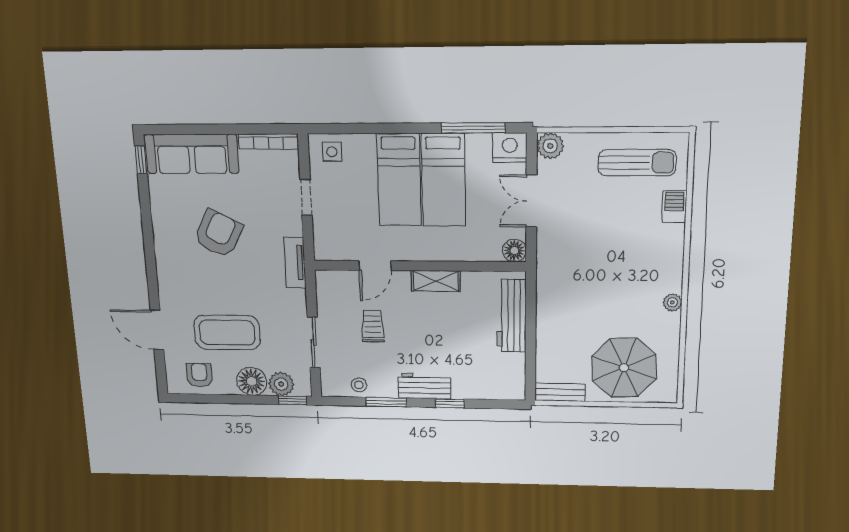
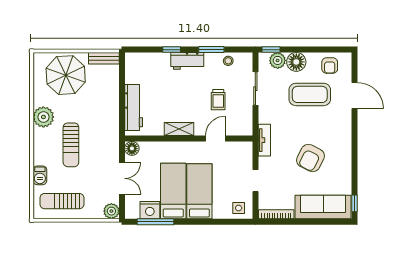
nightstand: (510, 148) -> (150, 210), moved
sun lounger: (618, 257) -> (71, 145), added
plant: (672, 302) -> (43, 117), width x1.87, depth x1.87

